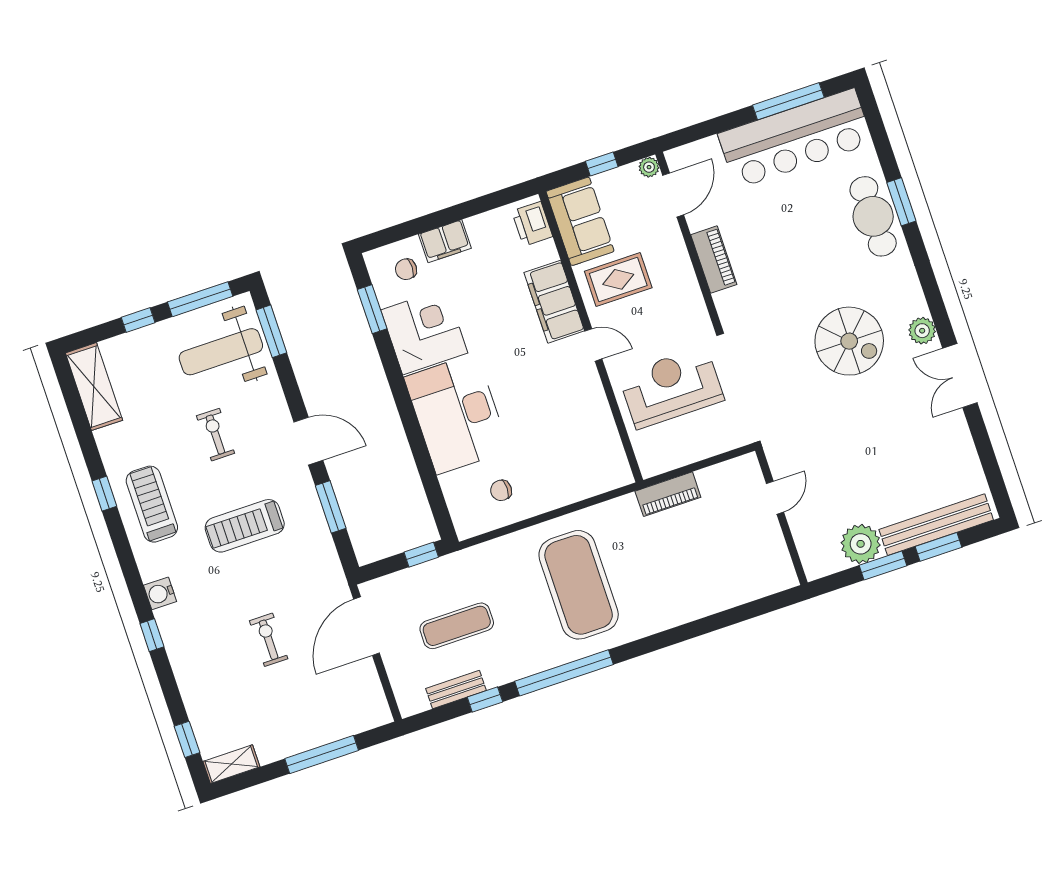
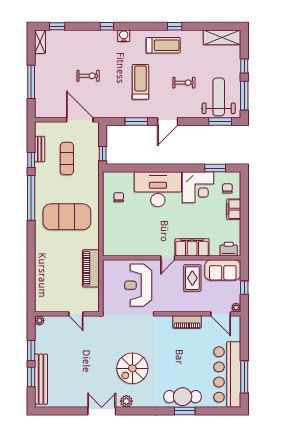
reception desk: (671, 387) -> (138, 285), turned 180
piano: (668, 494) -> (91, 268), width x1.37, depth x1.33
plant: (861, 544) -> (39, 320), moved, width x0.53, depth x0.53

